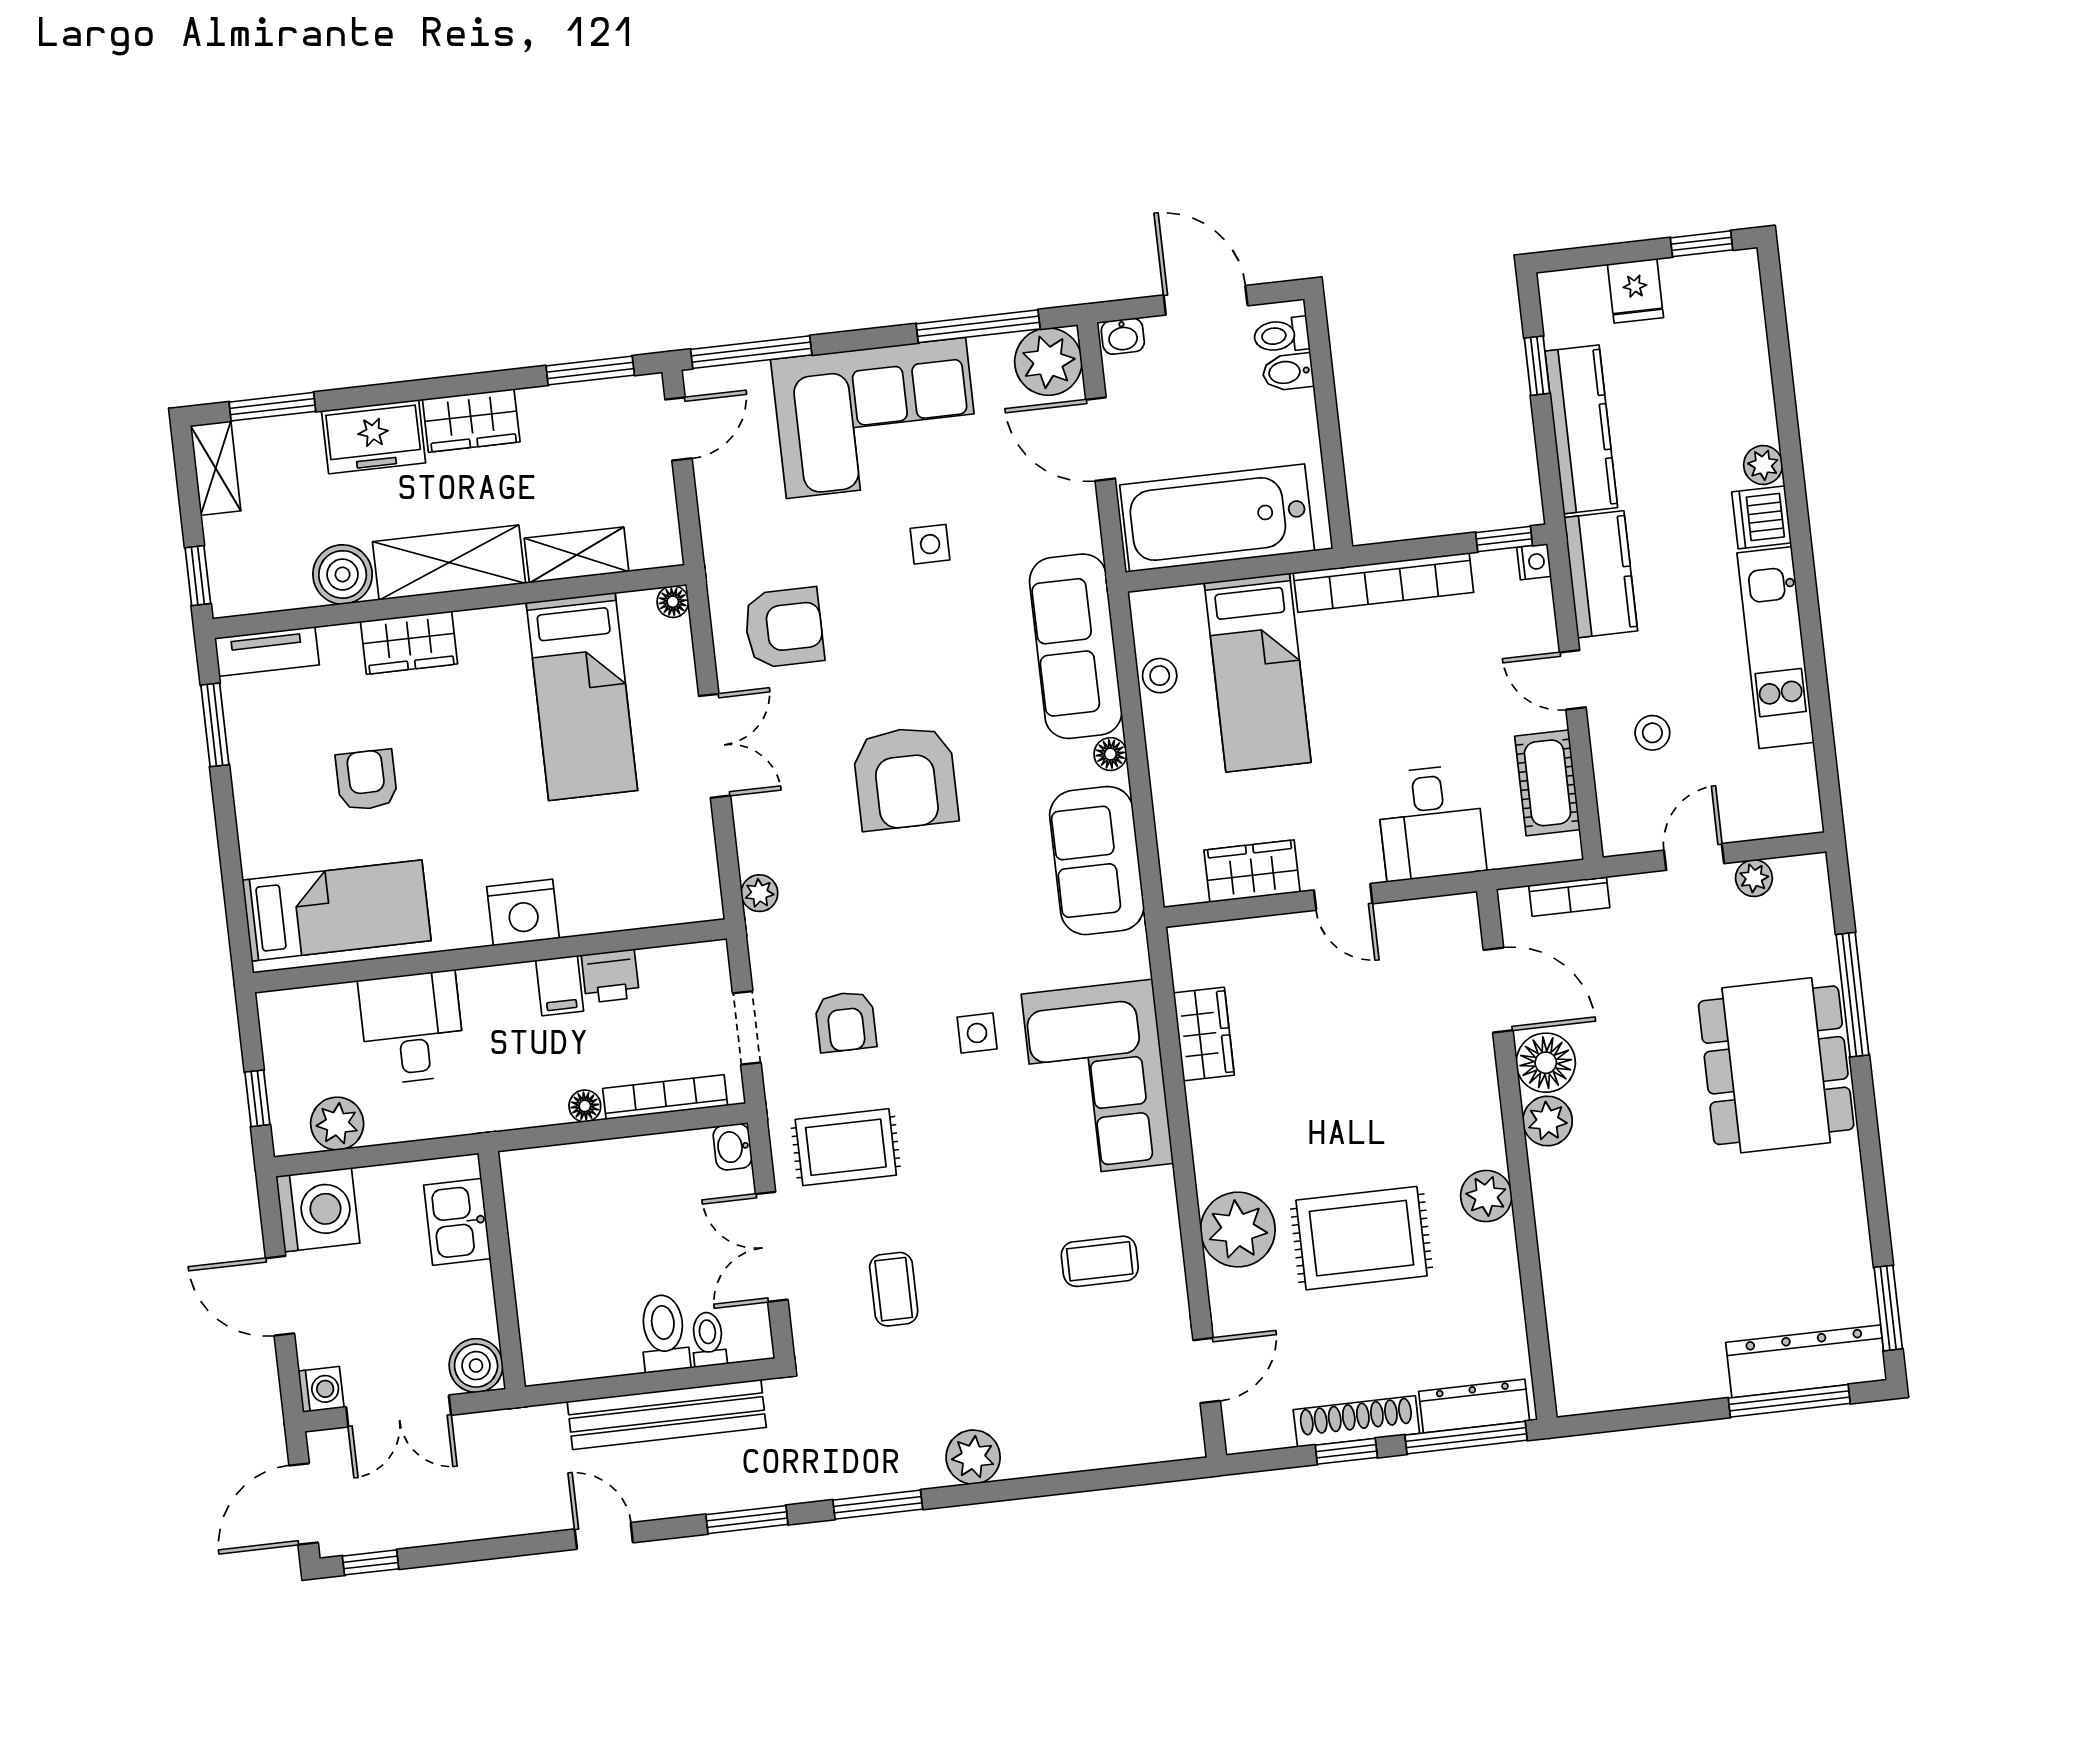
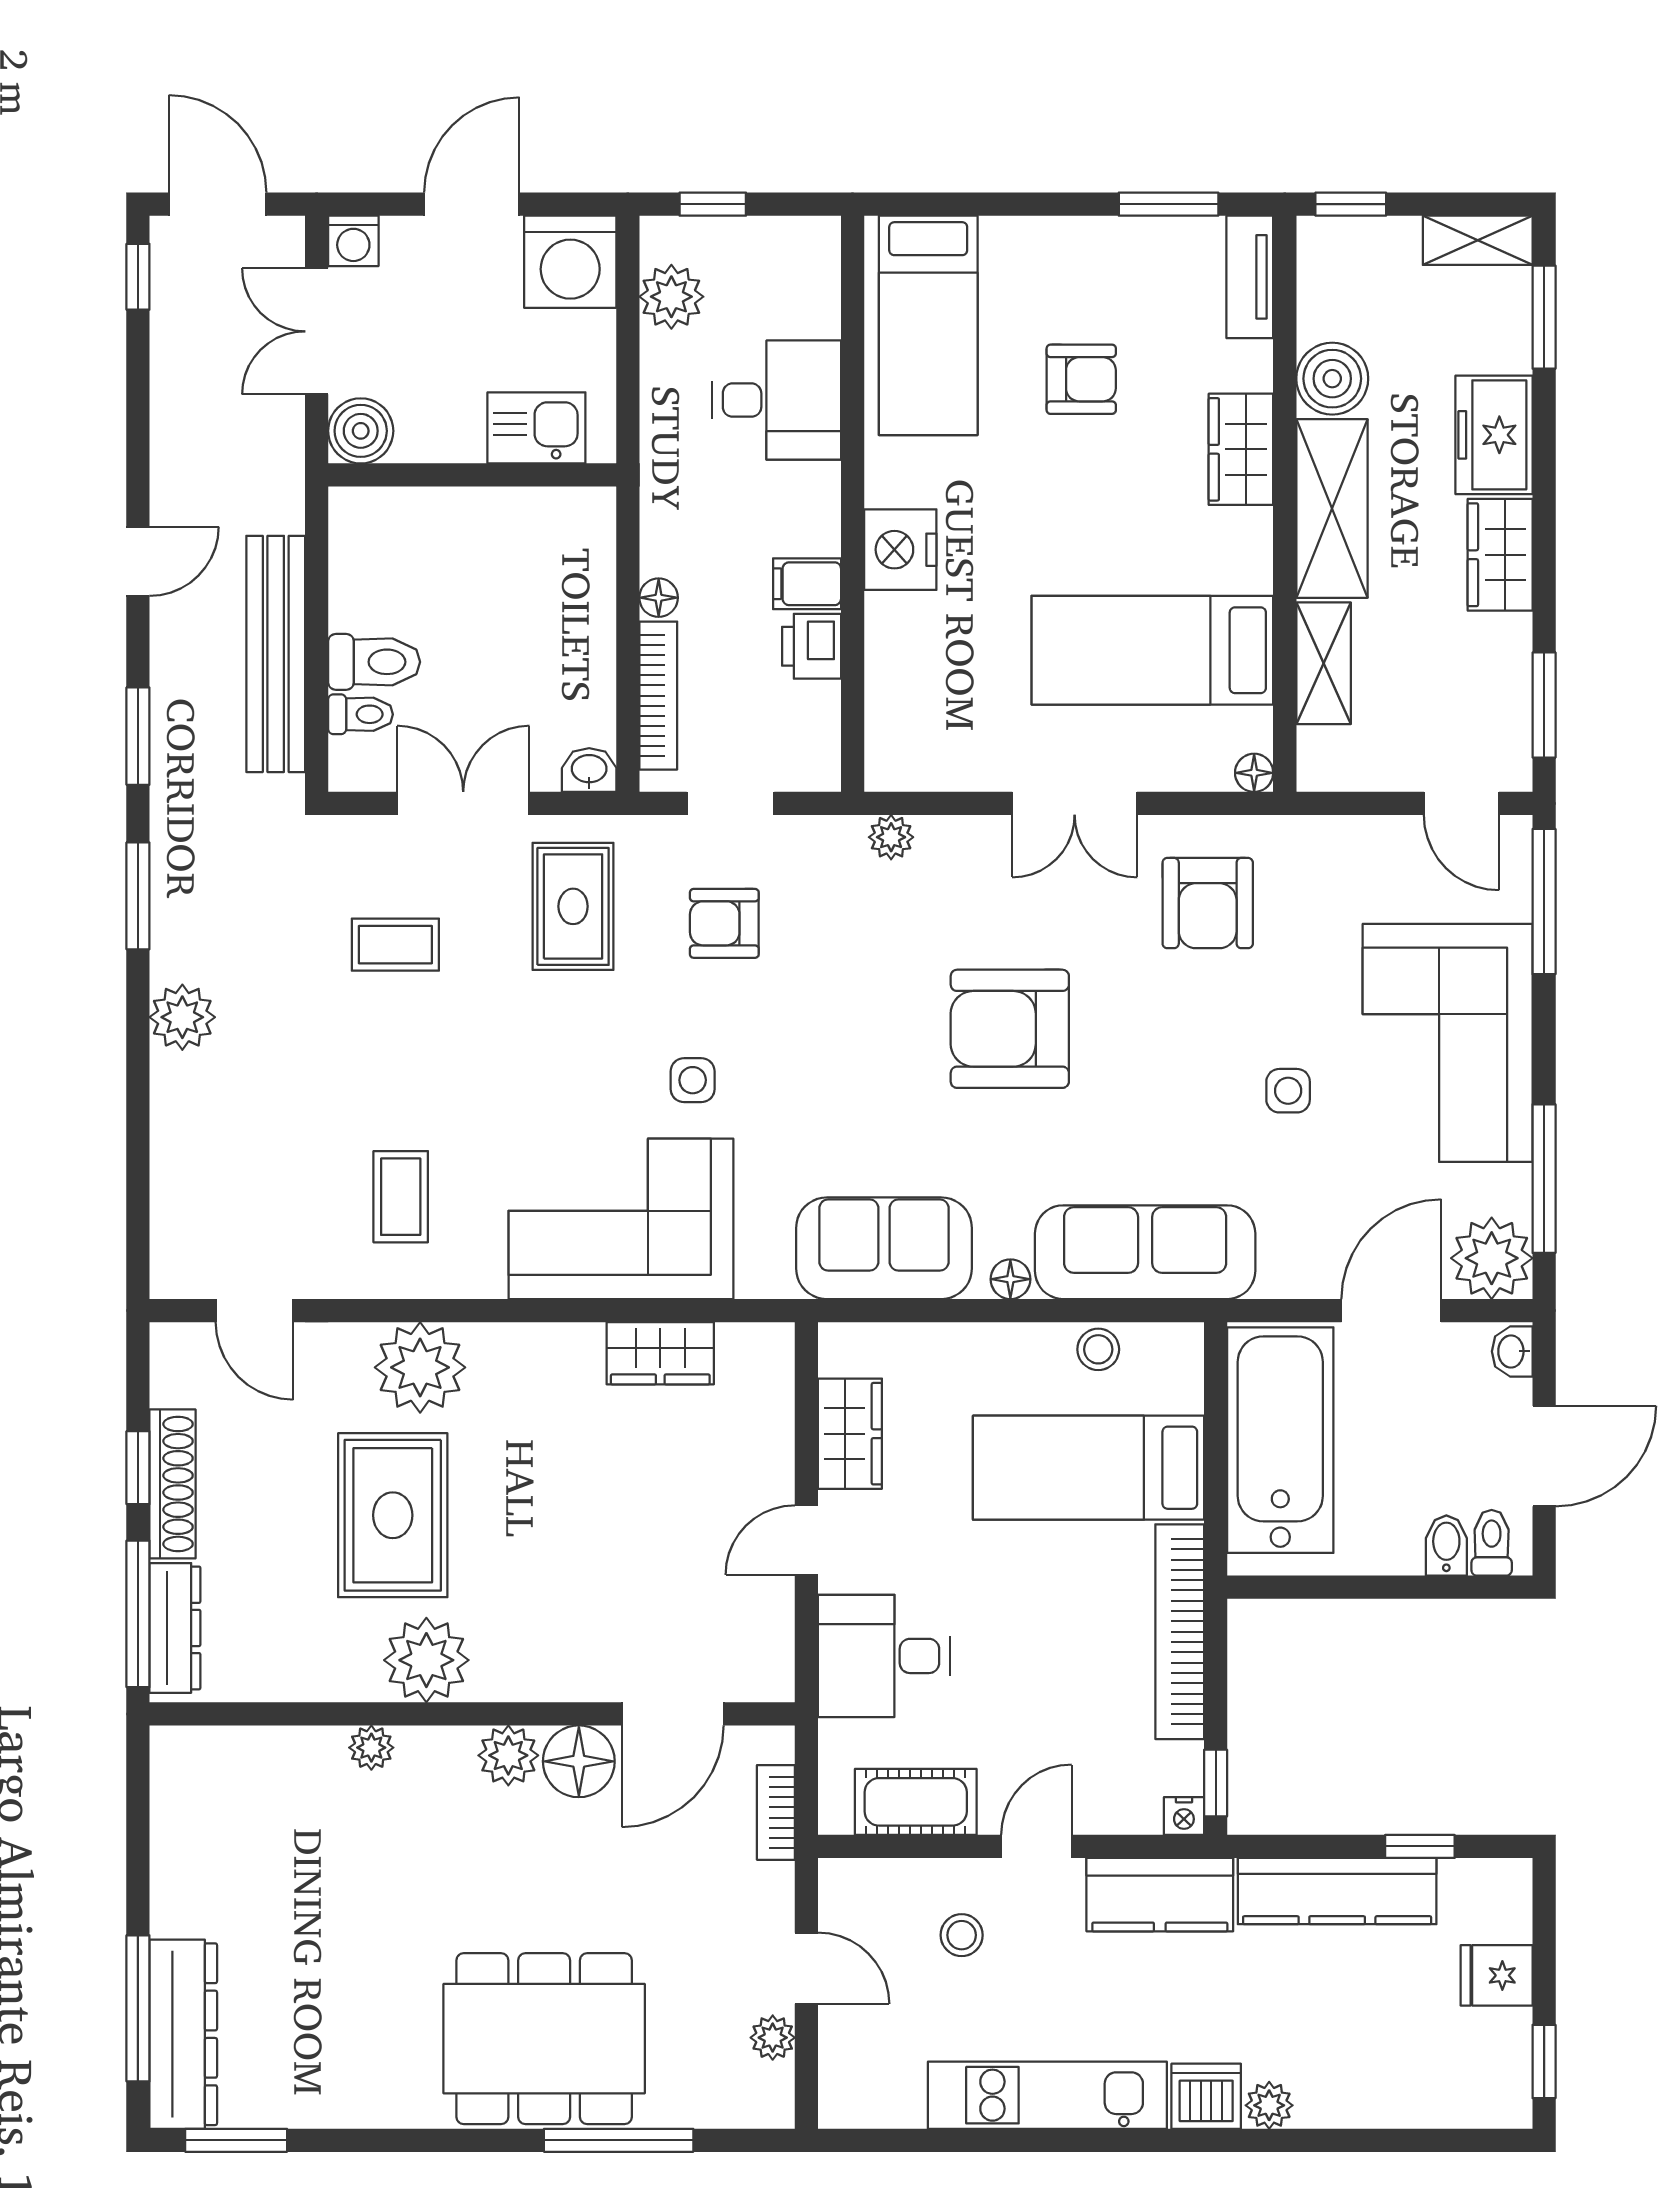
plant: (1486, 1196) -> (426, 1660), width x1.36, depth x1.36
plant: (1554, 1234) -> (371, 1748), added

